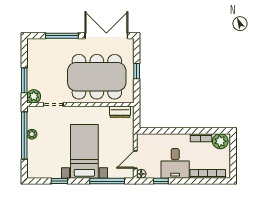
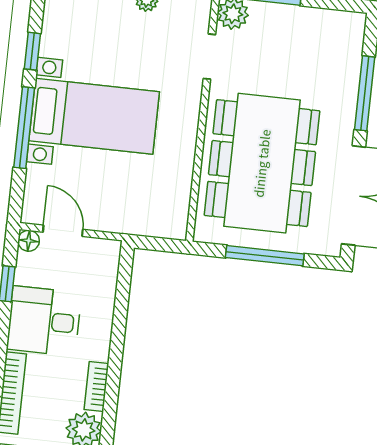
window: (137, 71) -> (265, 256), width x2.17
dresser: (120, 112) -> (176, 208), removed
window: (107, 181) -> (24, 128), moved

